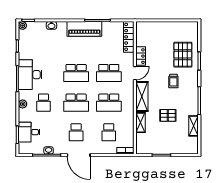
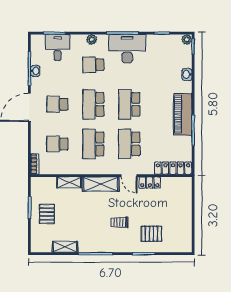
pallet: (183, 55) -> (151, 234), width x0.67, depth x0.71
pallet: (168, 115) -> (47, 214), moved

